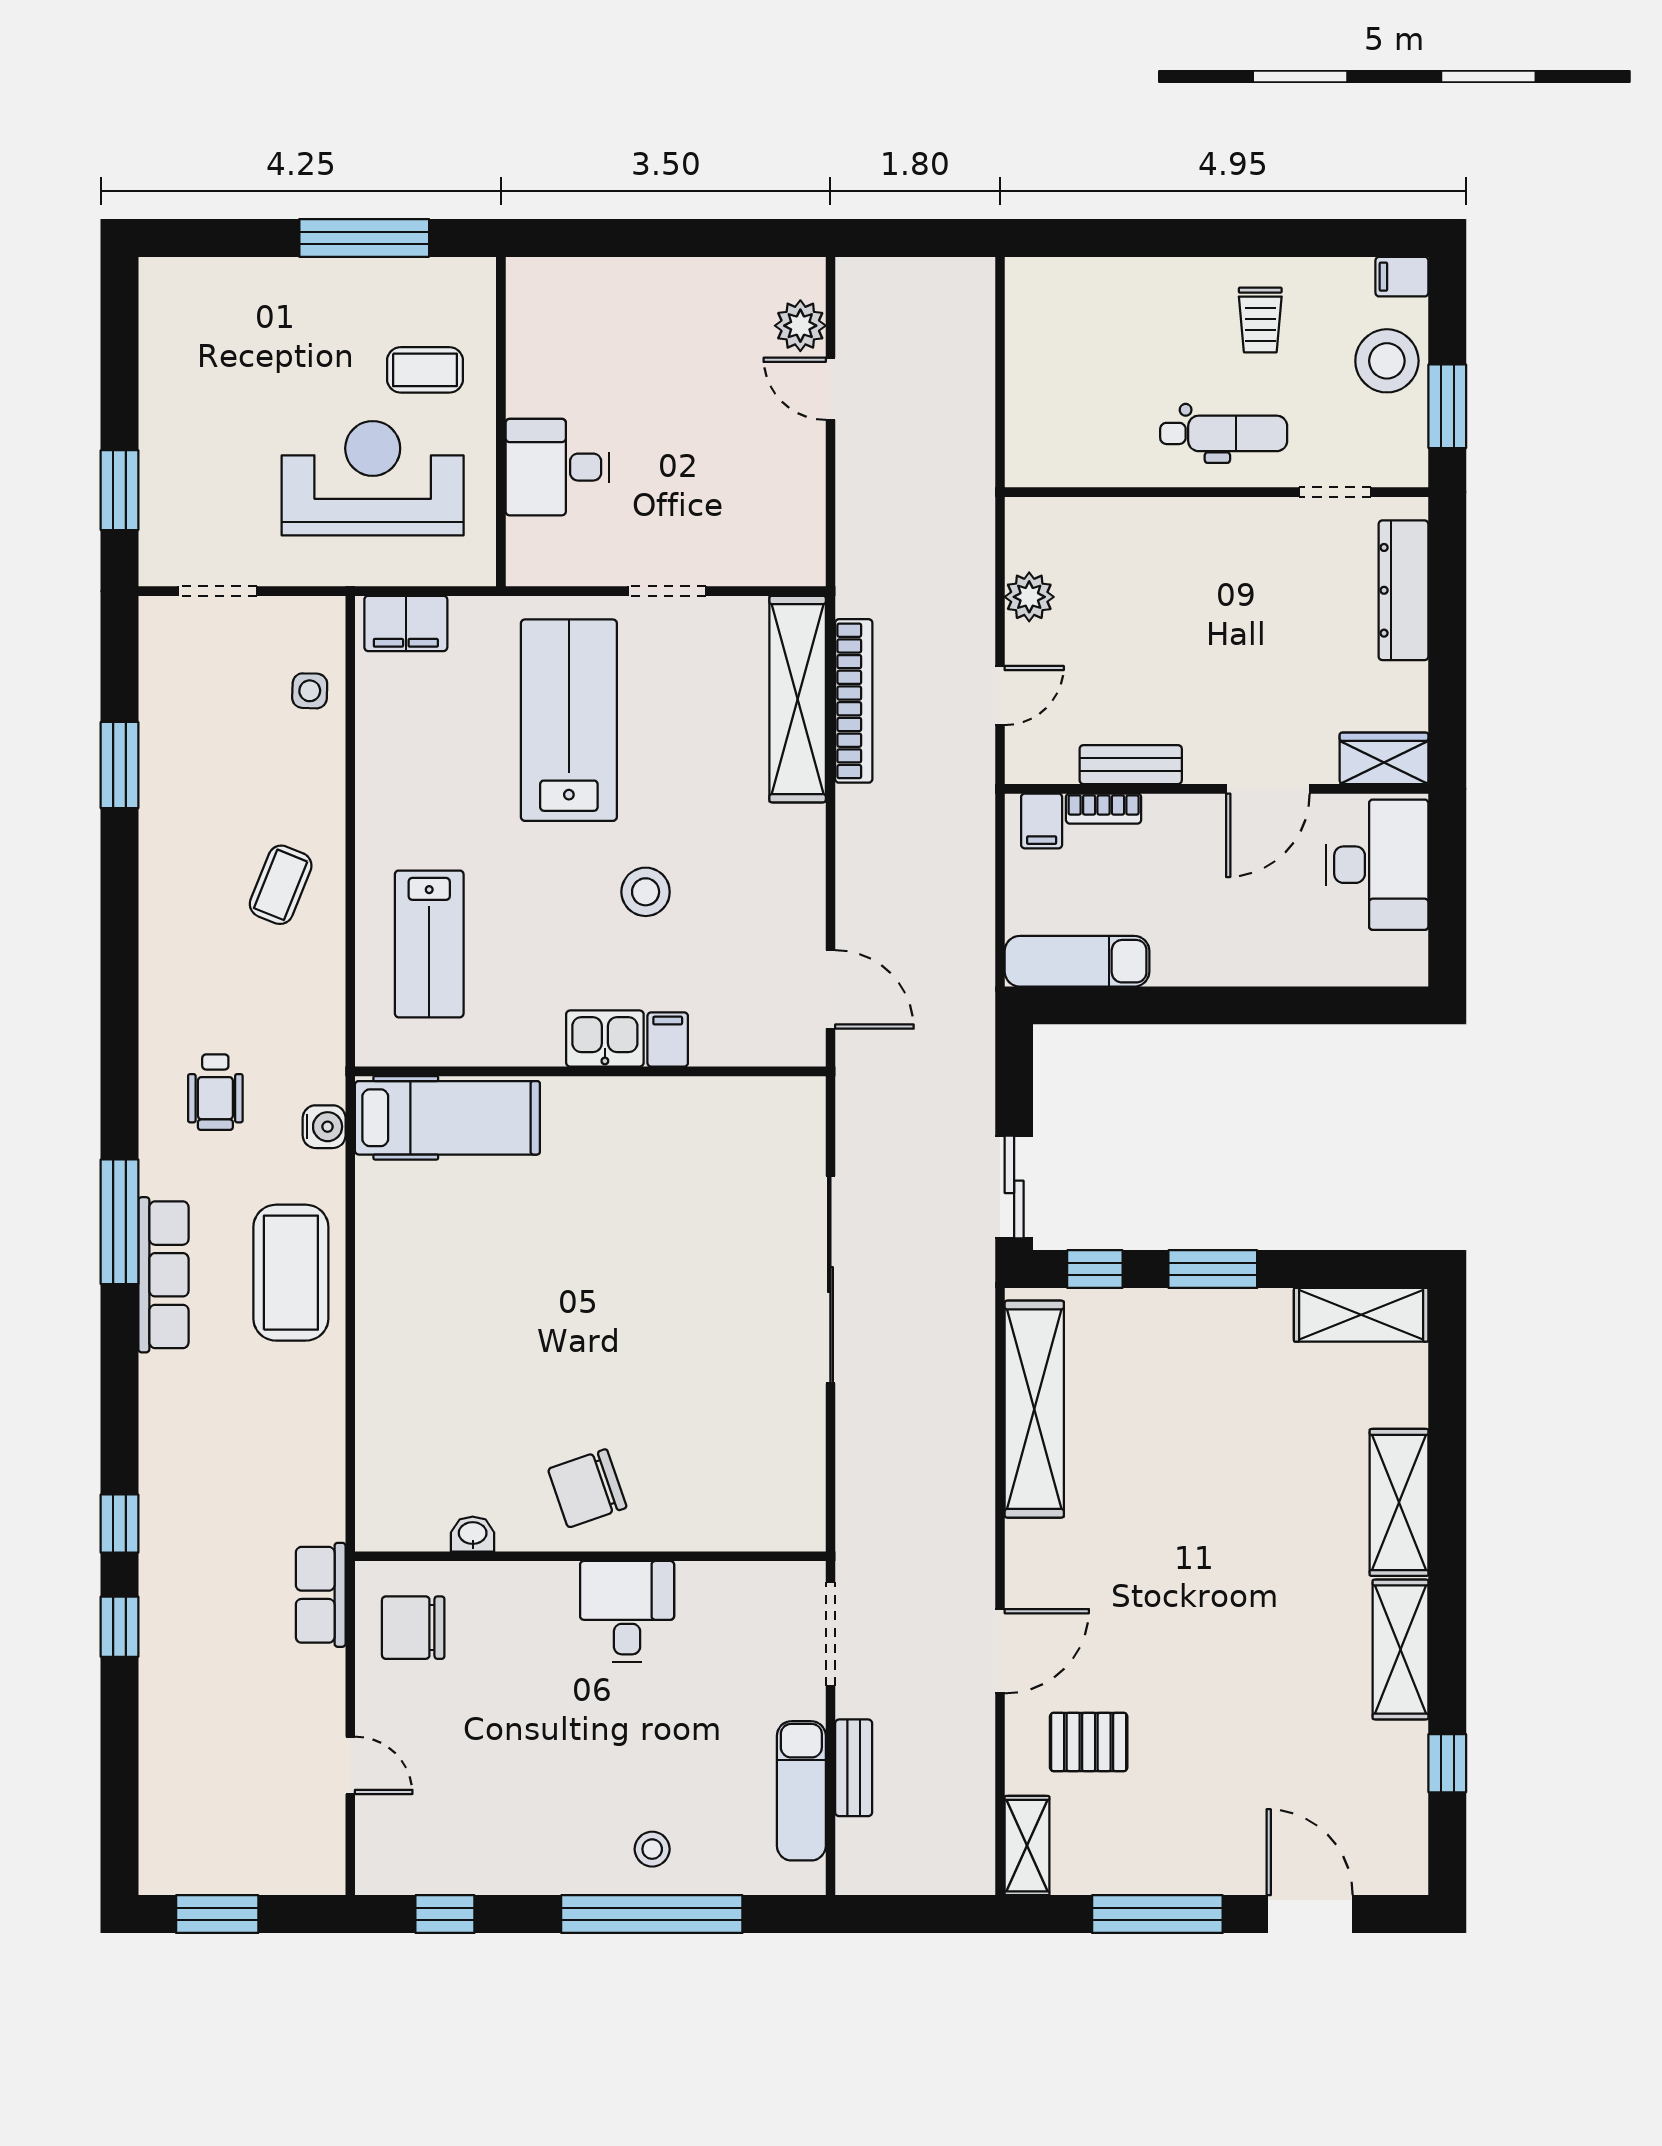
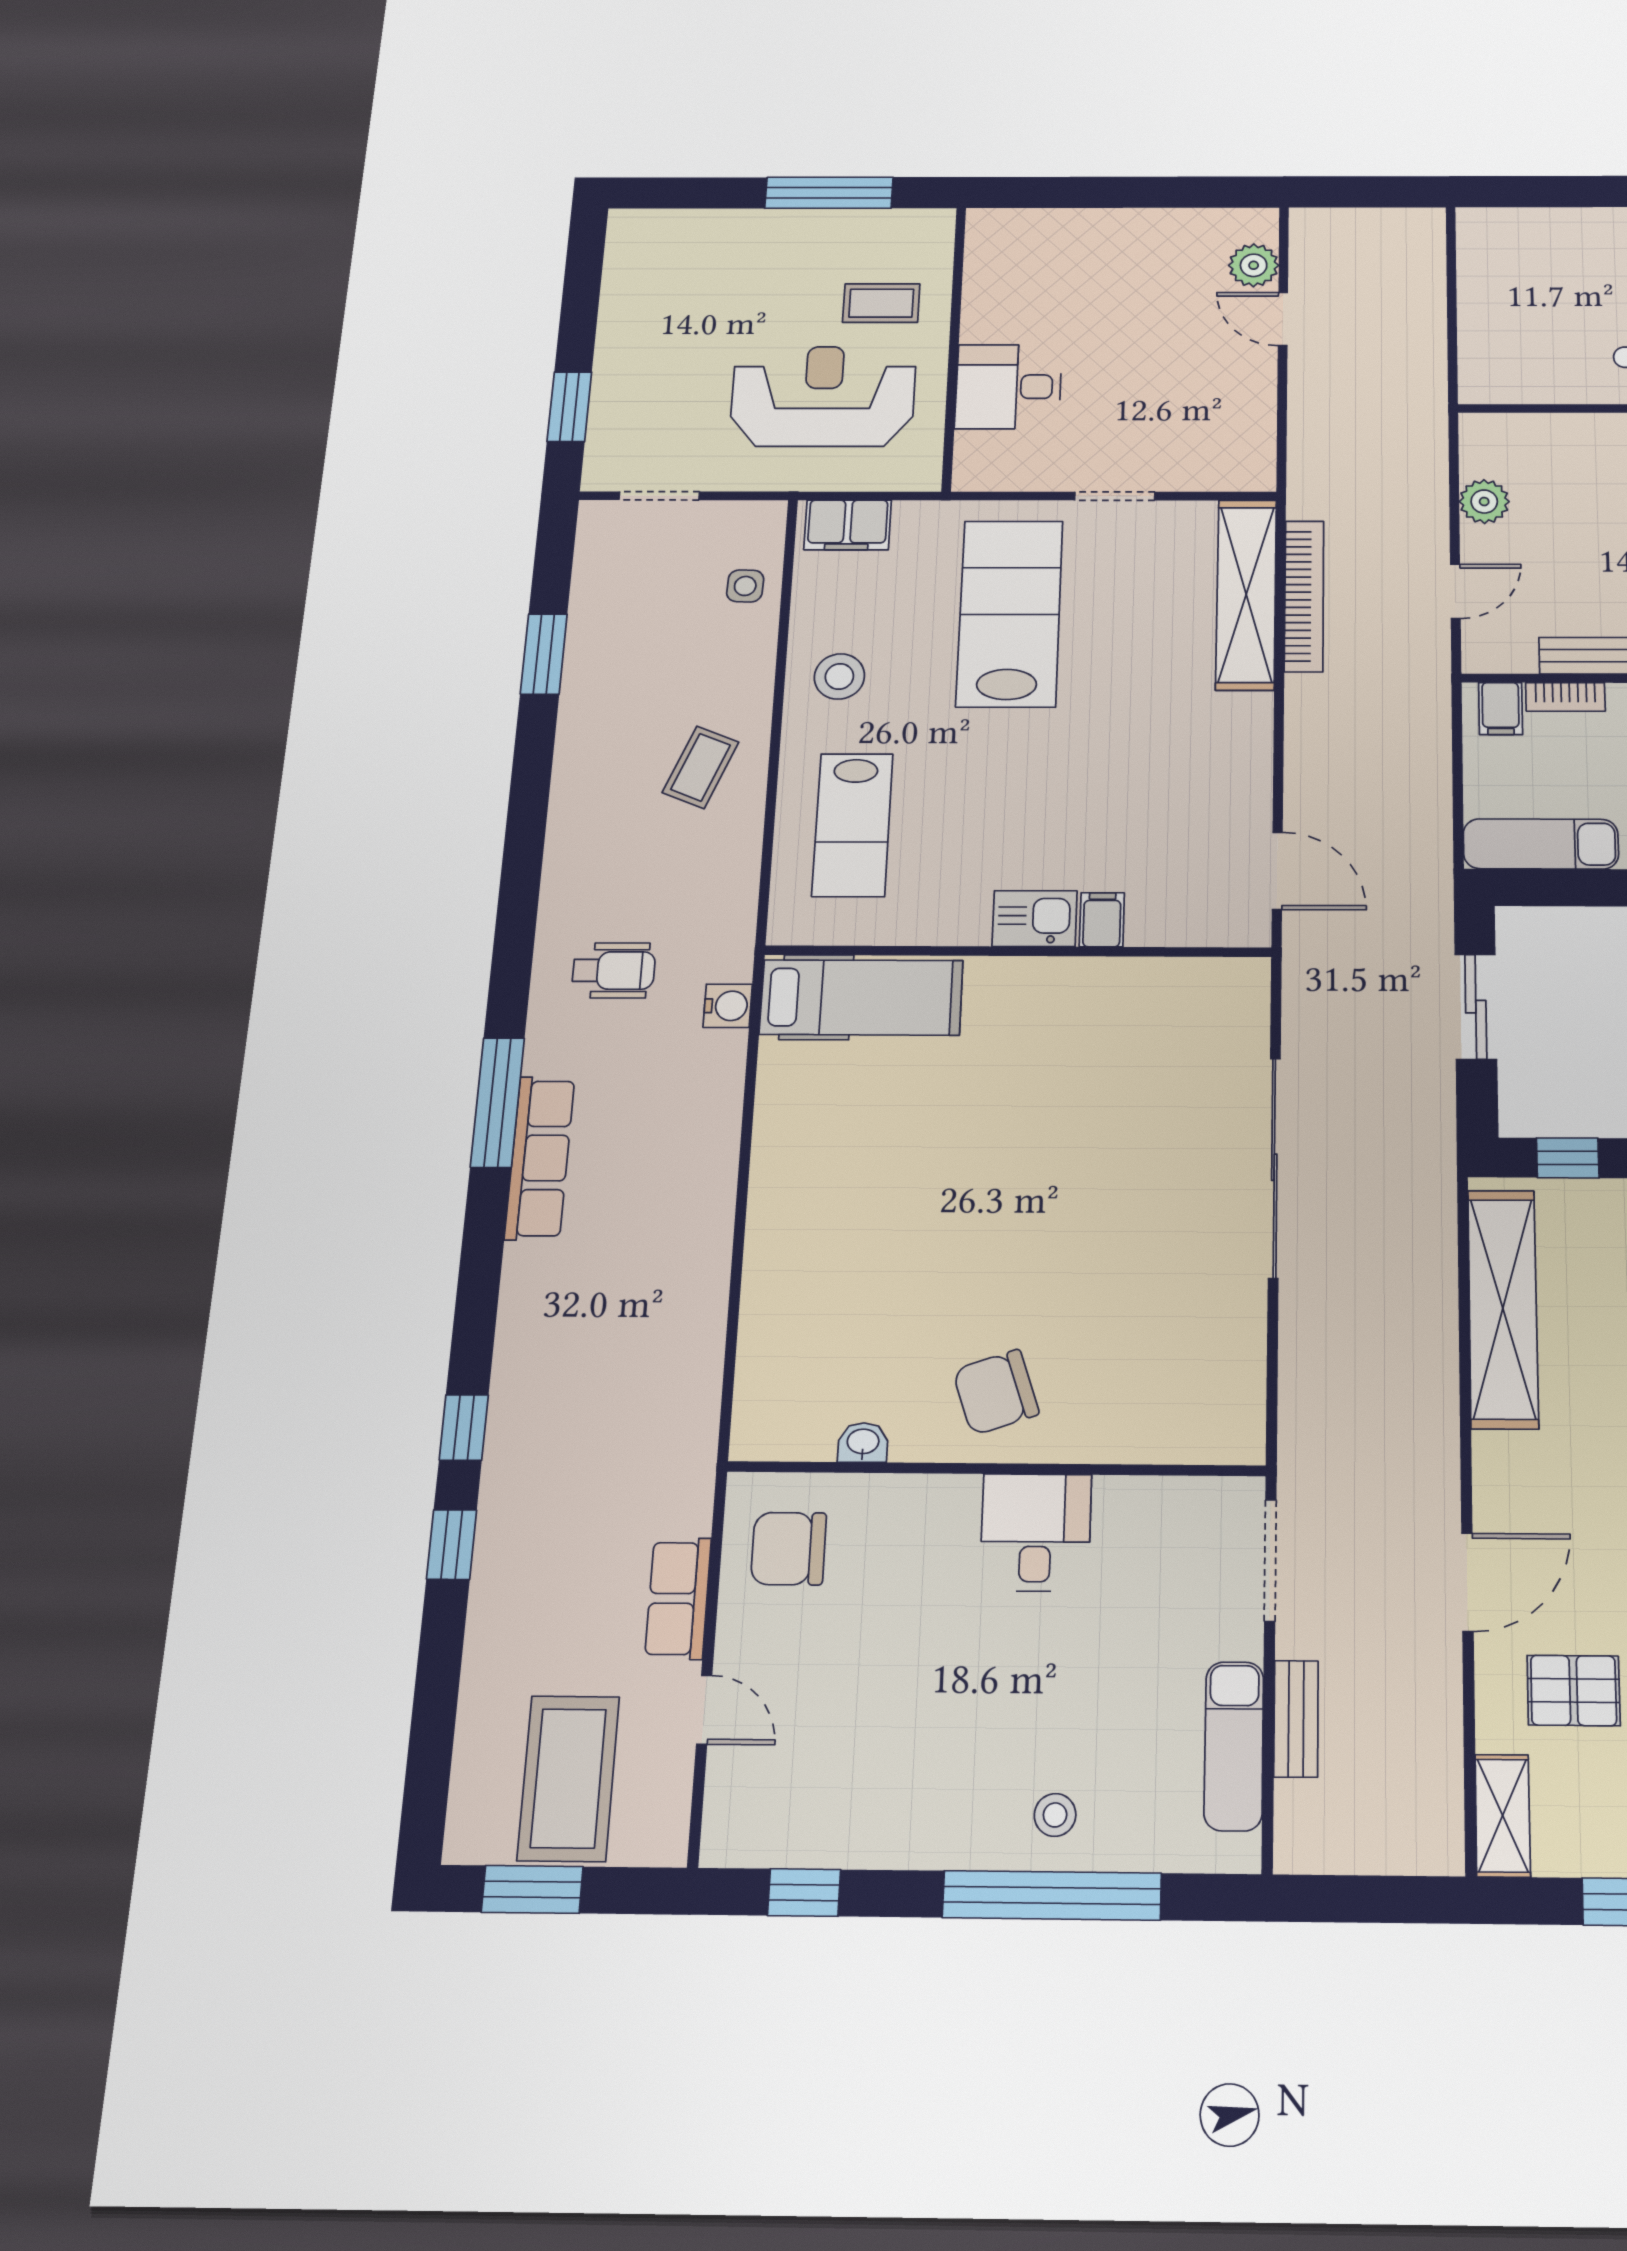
stool: (646, 892) -> (839, 676), moved
wheelchair: (215, 1092) -> (614, 970), turned -90
sliding door: (1014, 1187) -> (1476, 1007), moved
coffee table: (291, 1273) -> (568, 1778), moved
row of seats: (321, 1595) -> (678, 1598), moved

